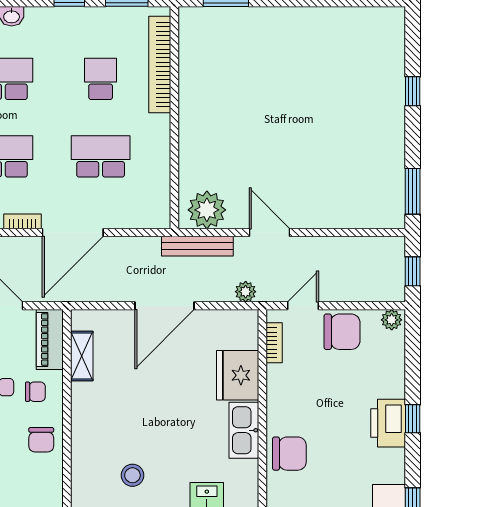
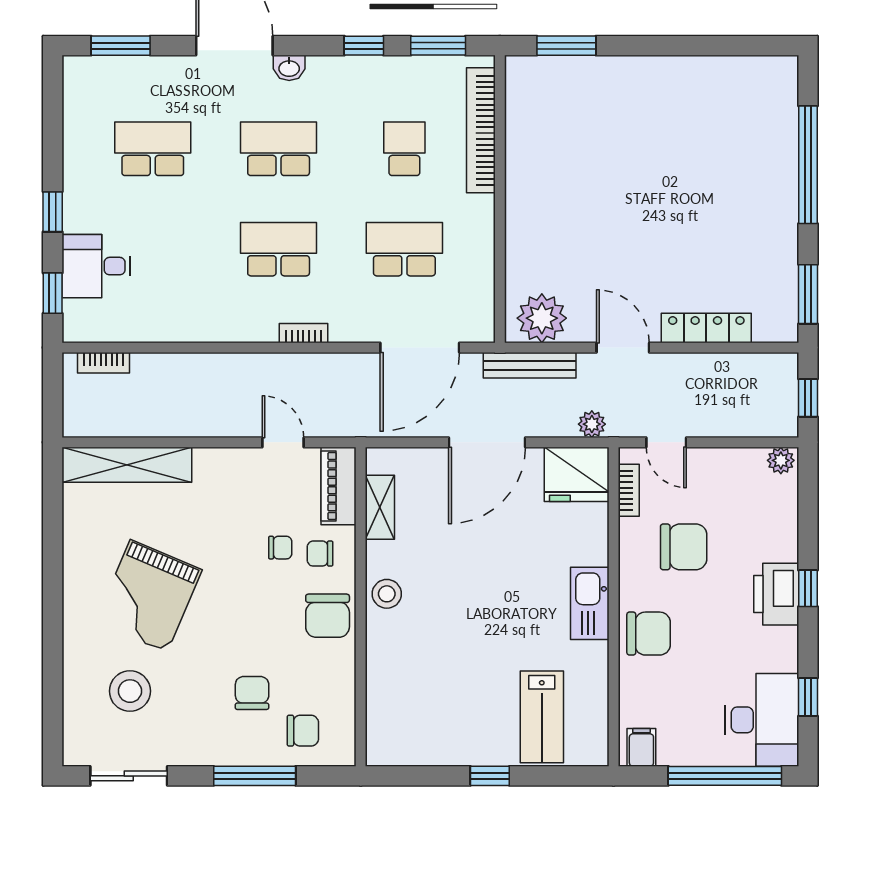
window: (413, 91) -> (808, 165), width x3.17
locker: (334, 217) -> (706, 328), added
door: (73, 232) -> (420, 348), moved
door: (303, 306) -> (666, 442), swing flipped
chair: (342, 332) -> (684, 547), moved
fridge: (238, 375) -> (577, 474), moved, turned -90
chair: (35, 392) -> (320, 554), turned 180
chair: (41, 440) -> (328, 616), width x1.37, depth x1.37
stool: (132, 475) -> (387, 594), moved

